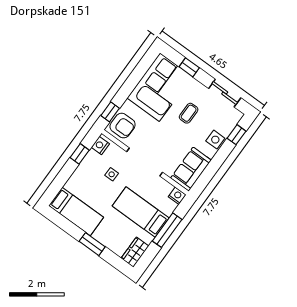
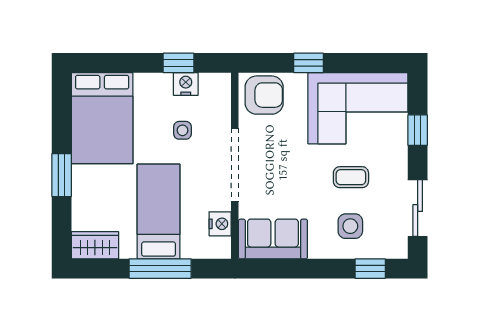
window: (110, 112) -> (309, 63), moved
armchair: (123, 126) -> (264, 95), turned -90
side table: (215, 140) -> (350, 226), moved
nightstand: (100, 145) -> (186, 84), moved
nightstand: (177, 196) -> (220, 224), moved
bed: (76, 211) -> (102, 118), width x1.50

